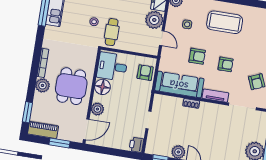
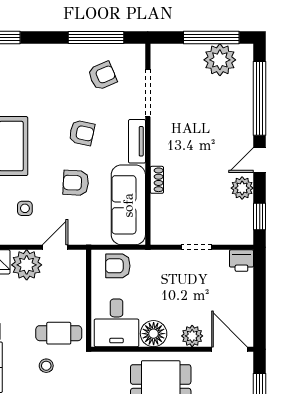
armchair: (197, 56) -> (76, 183), turned -87
armchair: (226, 64) -> (82, 133), turned 102

